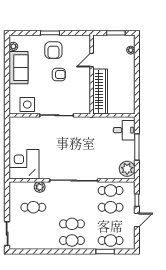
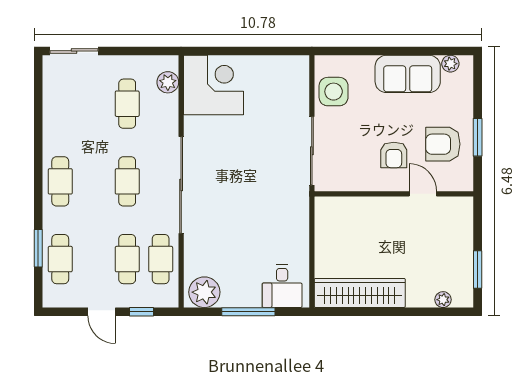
door: (92, 60) -> (423, 194), moved
wall: (92, 75) -> (394, 194), moved
wardrobe: (100, 91) -> (360, 293), moved, turned 180
plant: (40, 187) -> (168, 82), moved
cafe table: (72, 224) -> (127, 181), moved

